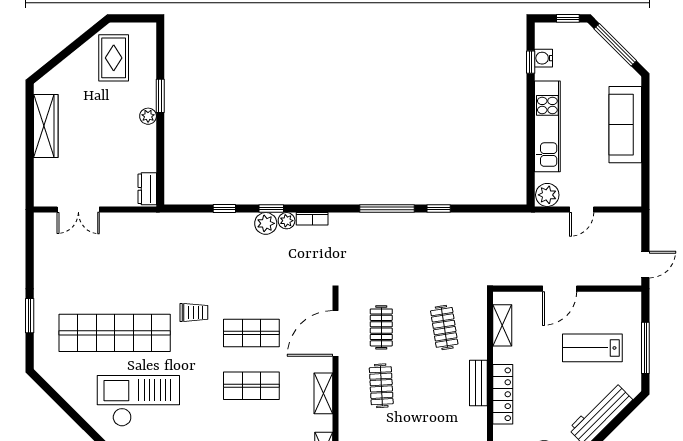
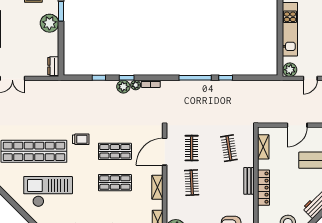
plant: (148, 116) -> (49, 23), width x1.88, depth x1.88

